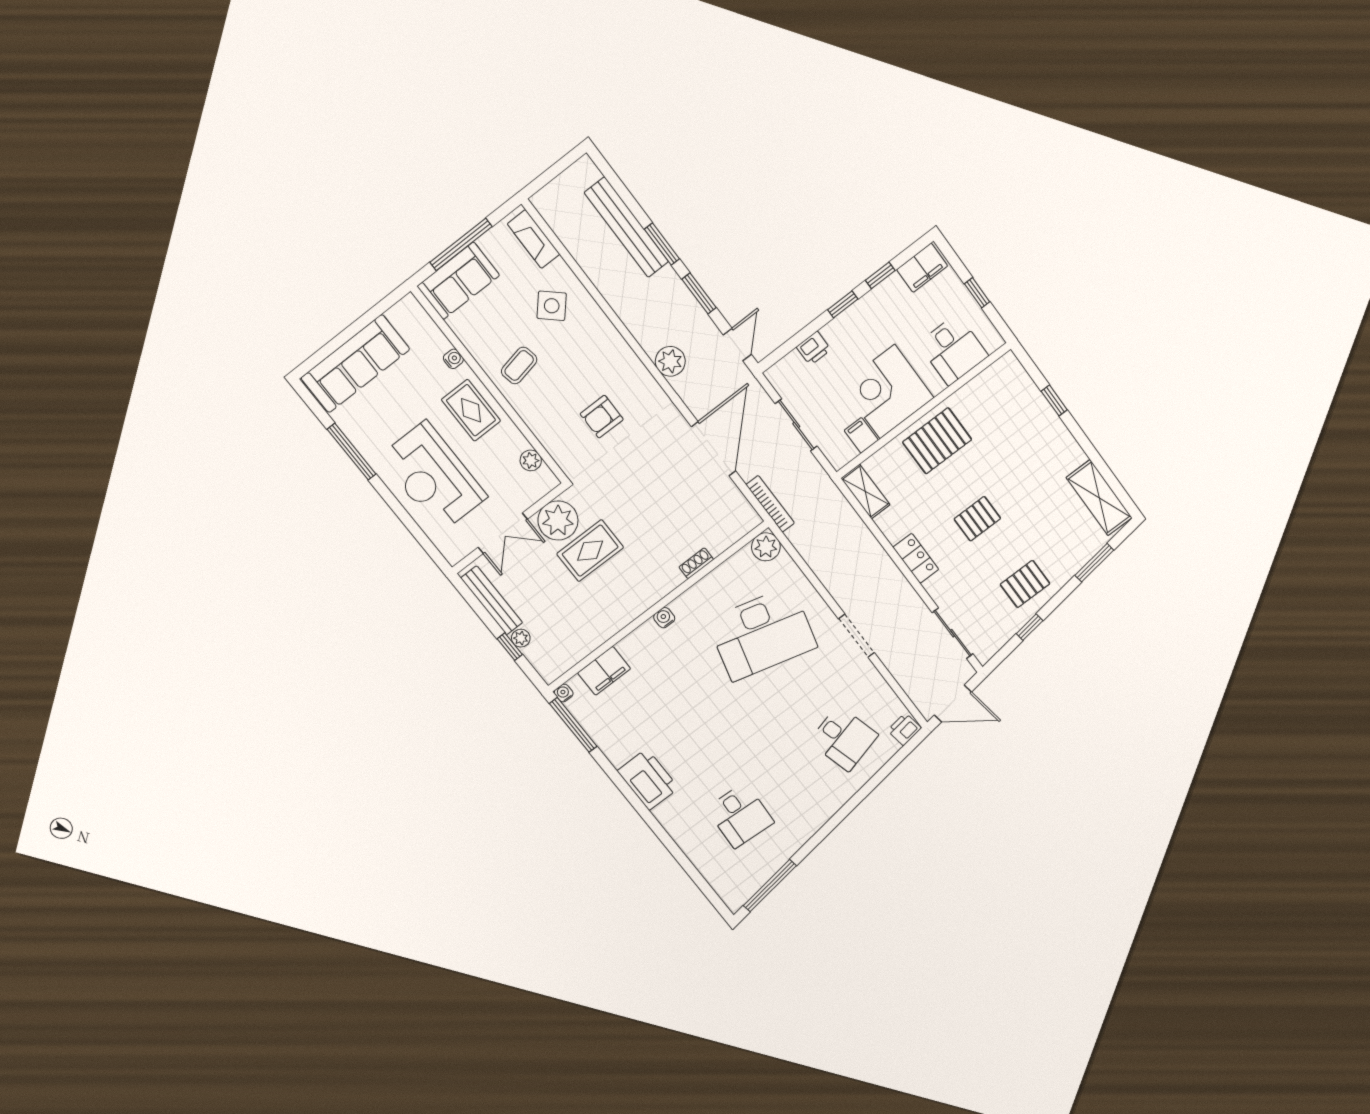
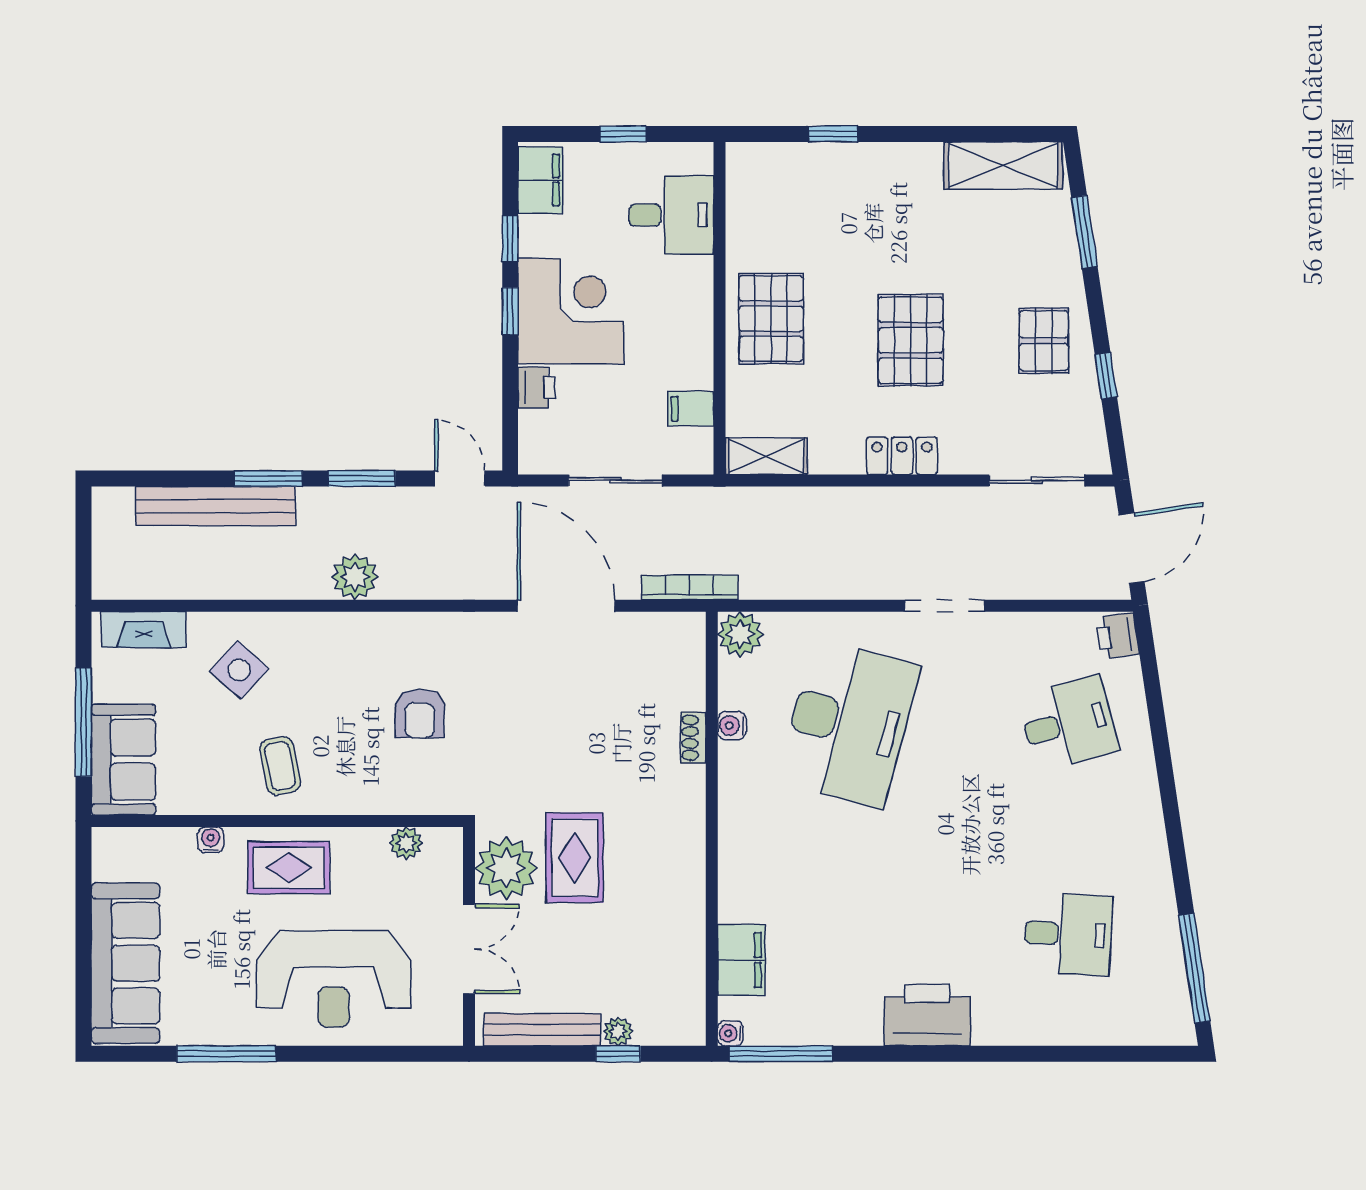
plant: (670, 361) -> (355, 577), moved
corner desk: (887, 392) -> (571, 311), moved, turned 180
pallet: (977, 519) -> (911, 340), width x1.50, depth x1.42
water cooler: (664, 618) -> (732, 725), moved

